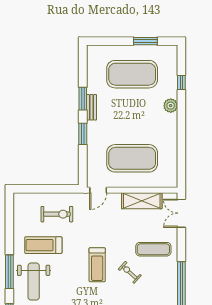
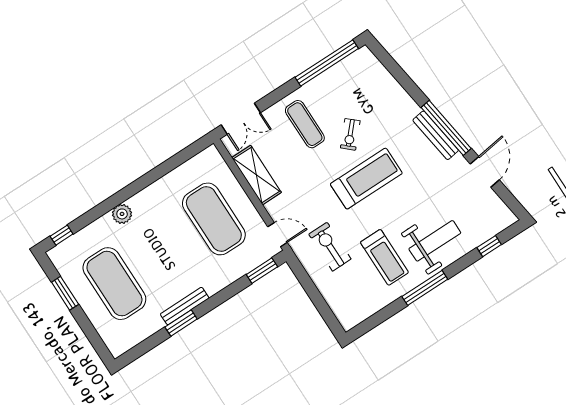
window: (181, 83) -> (62, 235), moved
bench: (92, 107) -> (185, 306), width x1.36
window: (83, 134) -> (262, 271), moved
exercise bike: (57, 214) -> (330, 247), moved
treadmill: (97, 265) -> (366, 179), width x1.37, depth x1.38
window: (9, 272) -> (425, 288), moved

